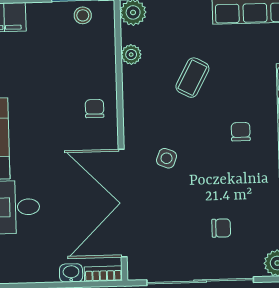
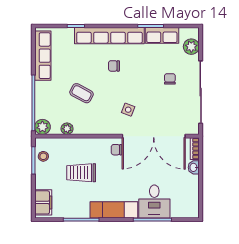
trolley: (56, 81) -> (81, 173), added
chair: (95, 109) -> (117, 150), moved

